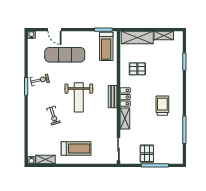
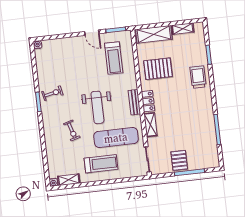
door: (54, 30) -> (92, 33), moved
treadmill: (106, 46) -> (114, 58), moved
exercise mat: (65, 55) -> (116, 138), moved
pallet: (137, 69) -> (158, 69), width x1.50, depth x1.42
trolley: (162, 106) -> (198, 77), moved

